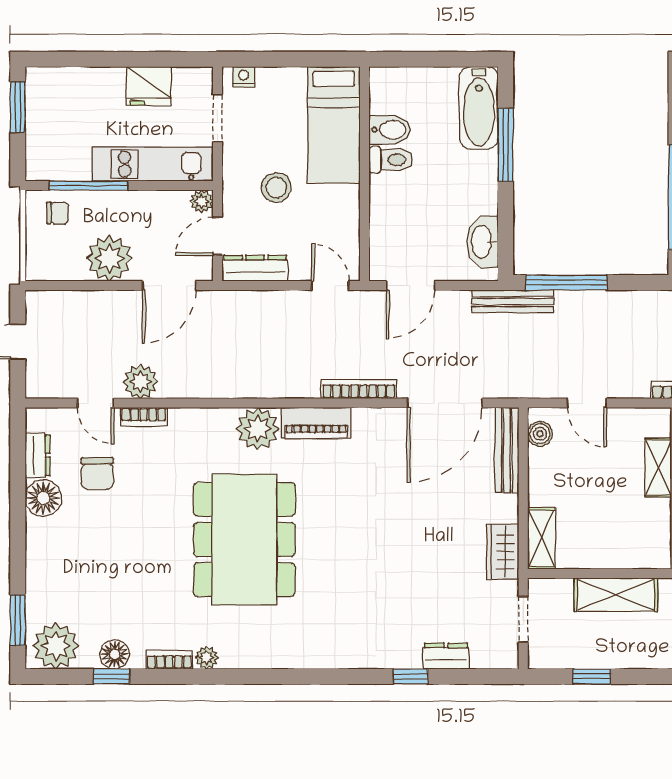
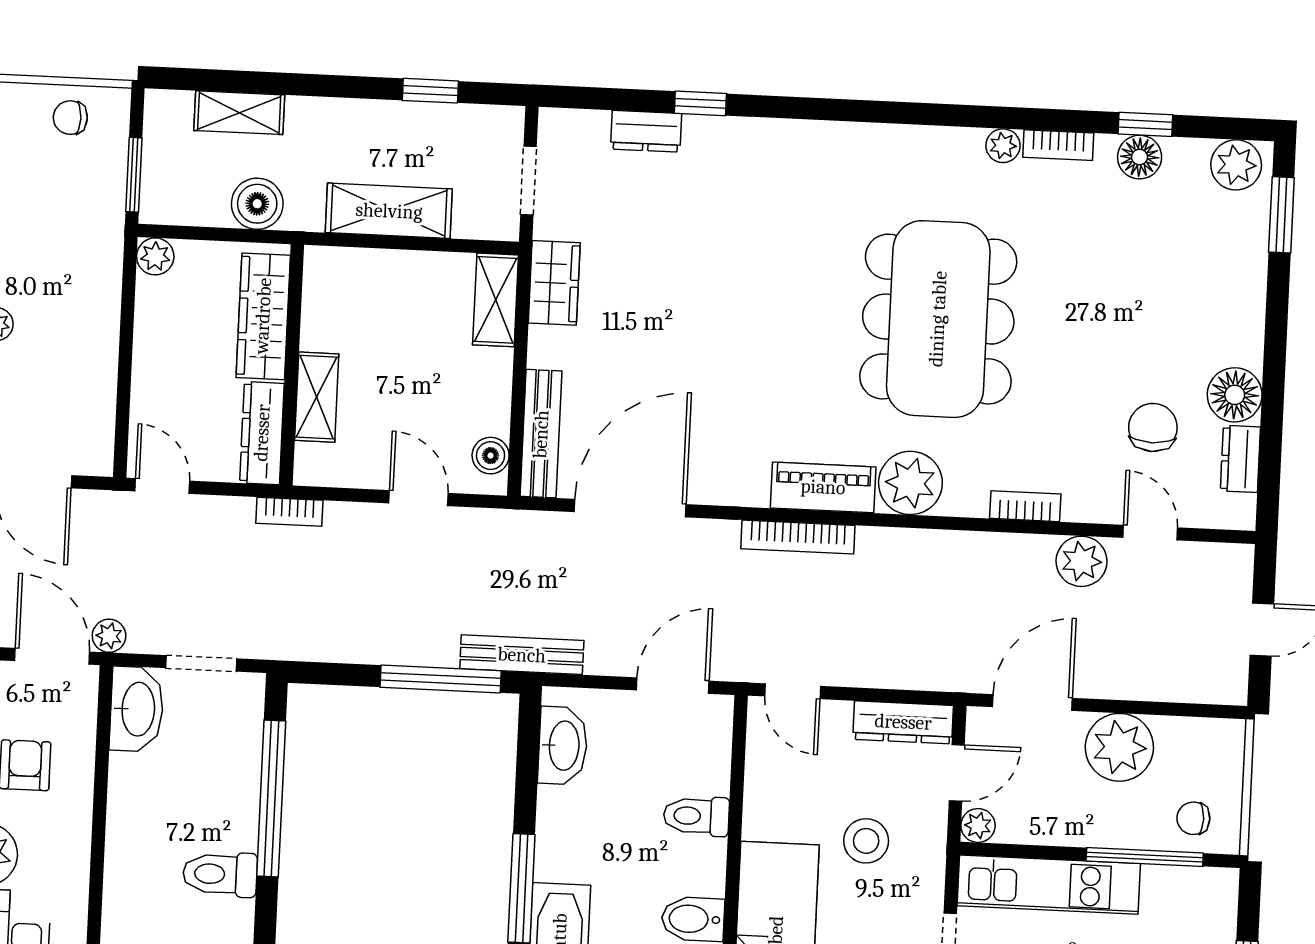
toilet: (391, 160) -> (696, 816), moved
bookcase: (359, 389) -> (798, 537), moved
bookcase: (144, 417) -> (1025, 506), moved
plant: (56, 646) -> (1236, 165), width x0.73, depth x0.73

